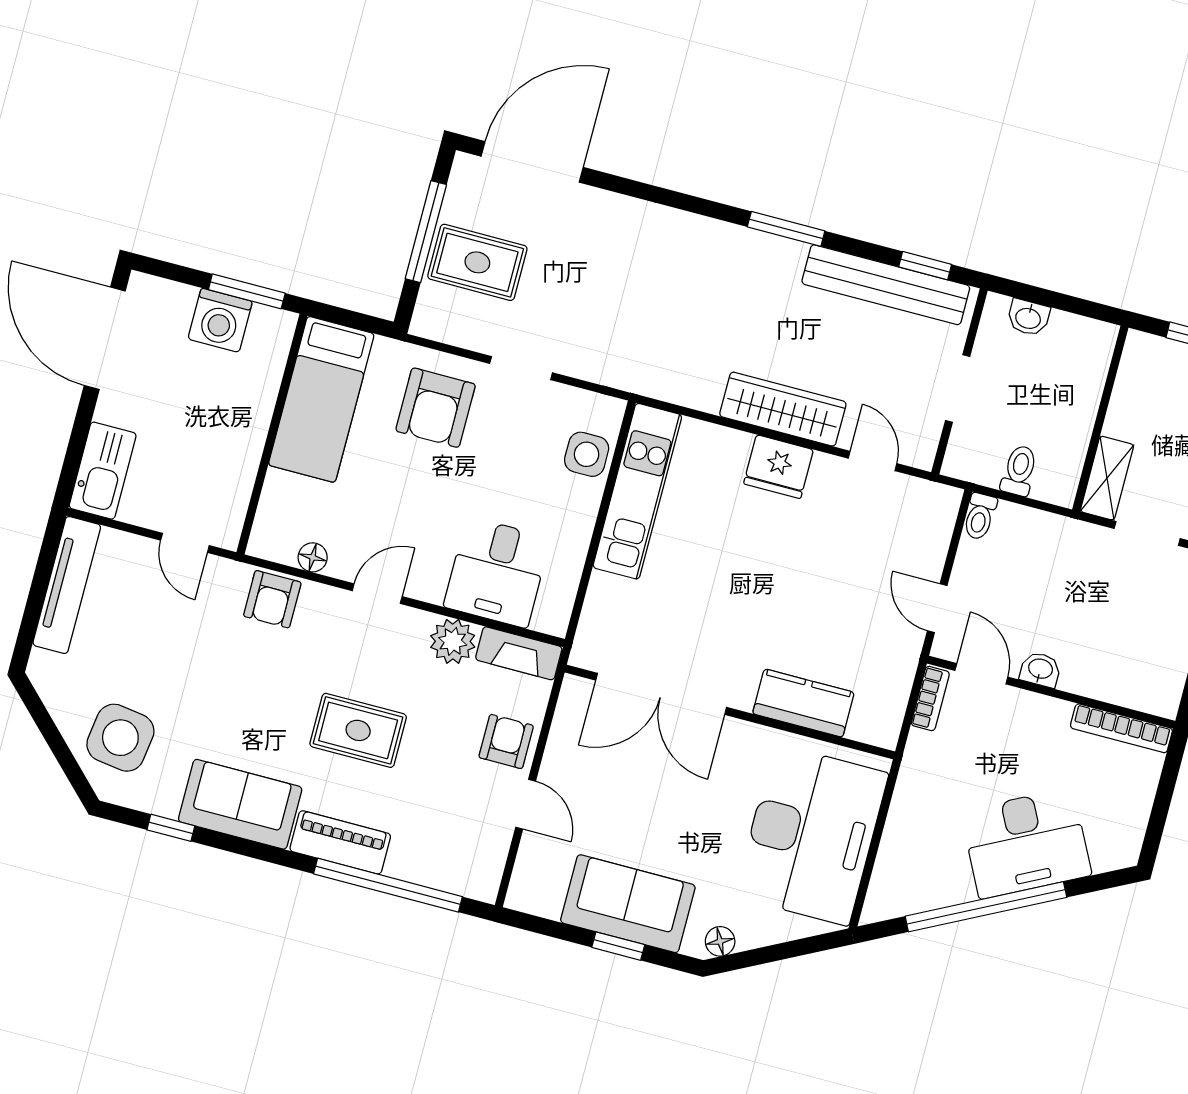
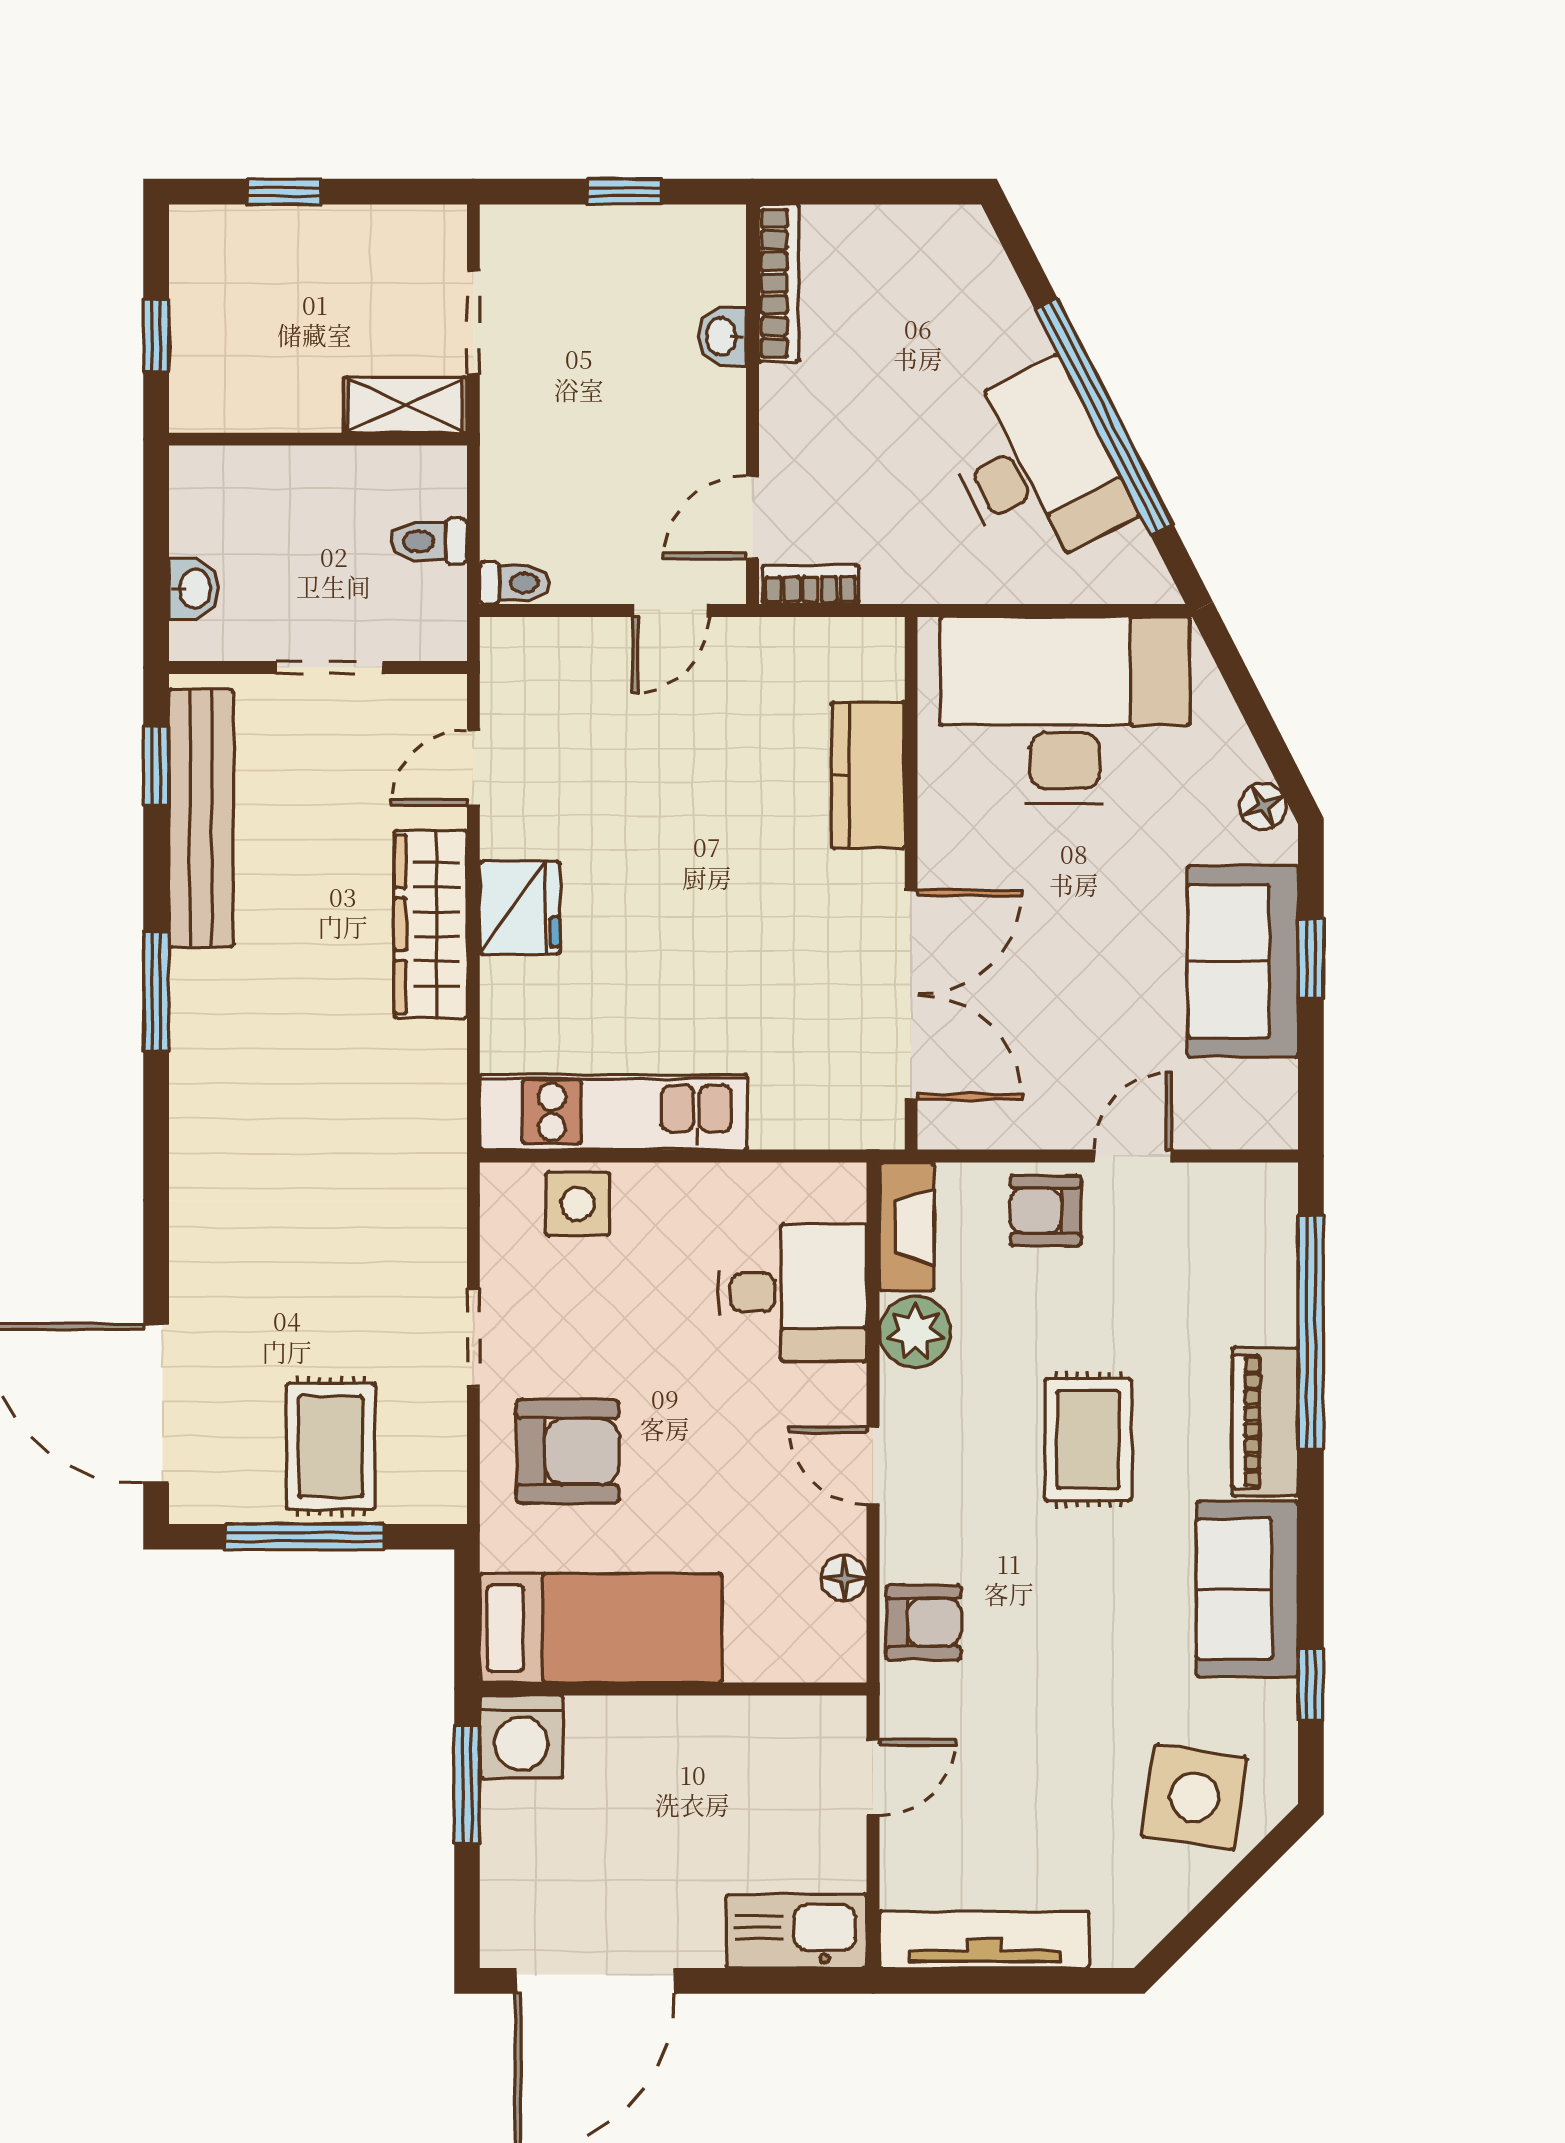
washing machine: (220, 320) -> (521, 1737), moved, turned 90
washbasin: (1040, 670) -> (722, 336), moved
desk: (1026, 843) -> (1036, 467), moved

